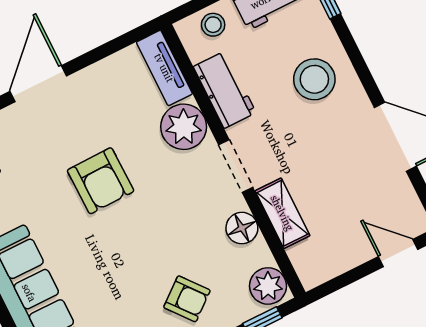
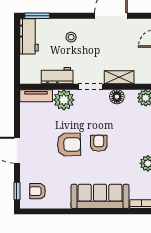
stool: (213, 25) -> (28, 67), removed
stool: (314, 79) -> (71, 37), width x0.53, depth x0.53
armchair: (187, 299) -> (99, 143), moved, turned -51

